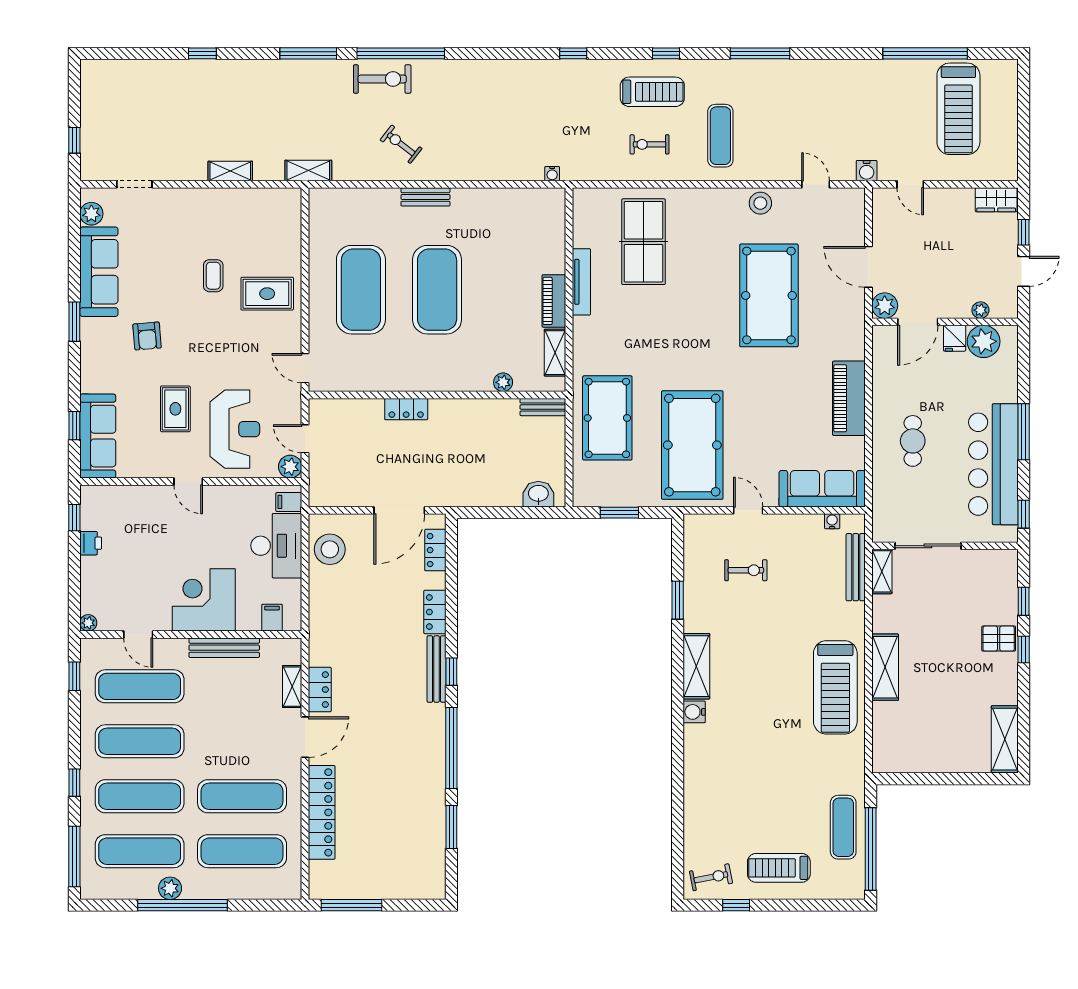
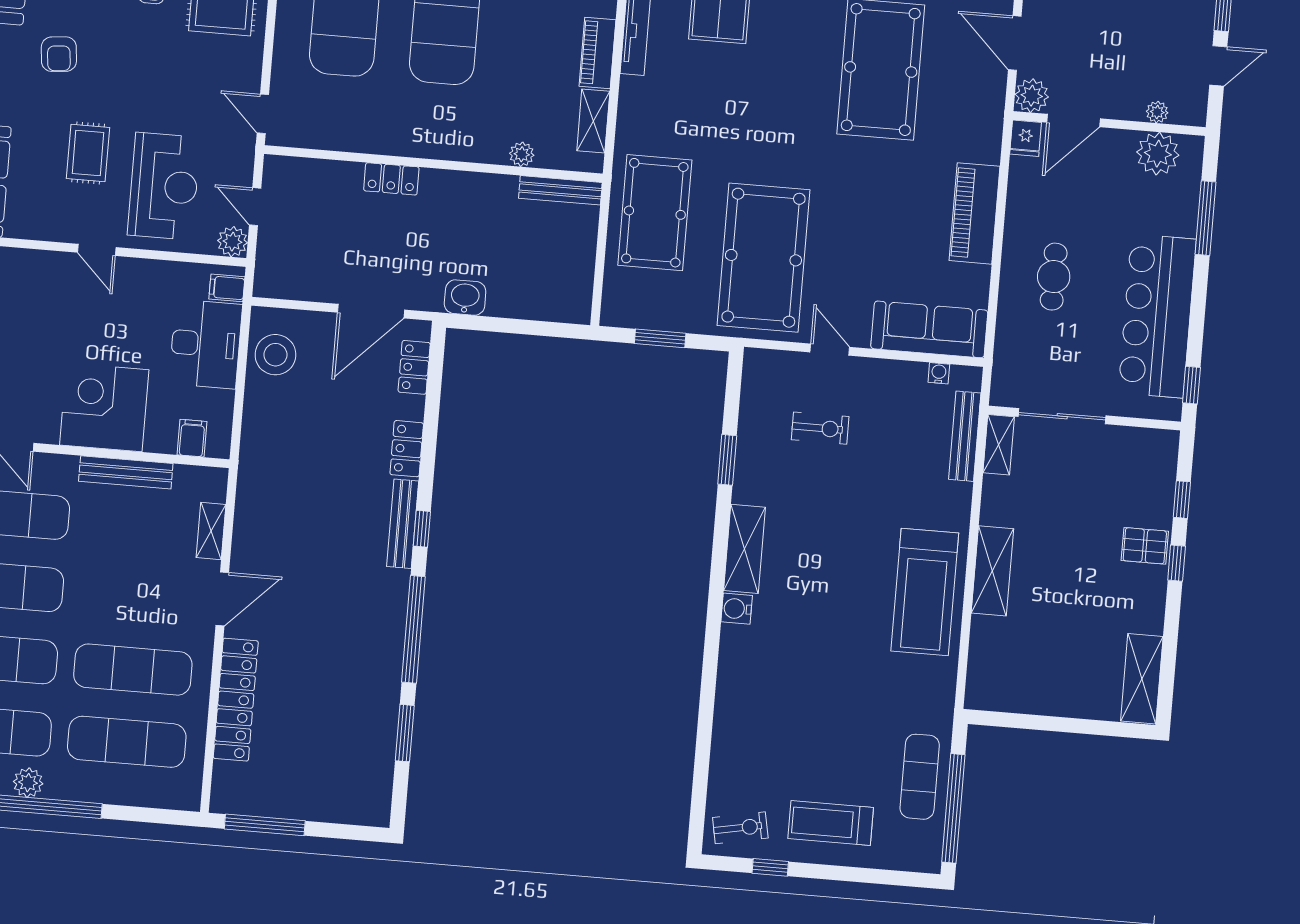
fridge: (955, 338) -> (1026, 138), moved
bench: (543, 407) -> (560, 190), width x1.36
window: (1024, 432) -> (1205, 218), moved
washbasin: (538, 494) -> (465, 298), moved
locker: (320, 690) -> (247, 538), removed

